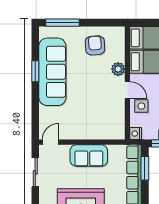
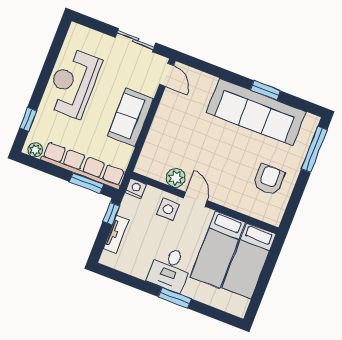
armchair: (95, 45) -> (269, 180), turned -86
plant: (118, 69) -> (176, 178), moved
door: (127, 90) -> (195, 199), swing flipped

